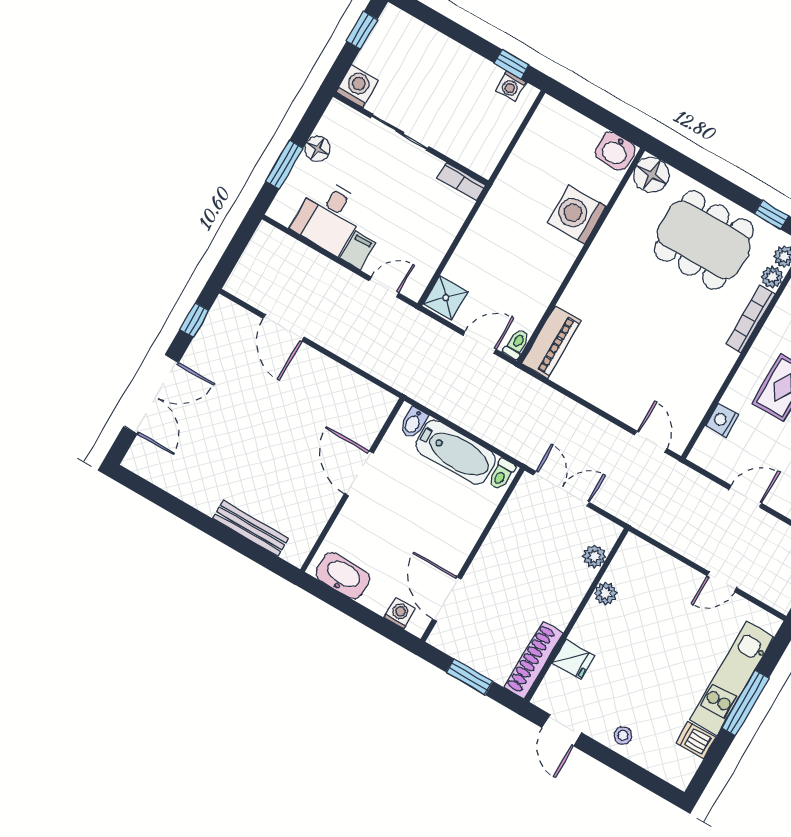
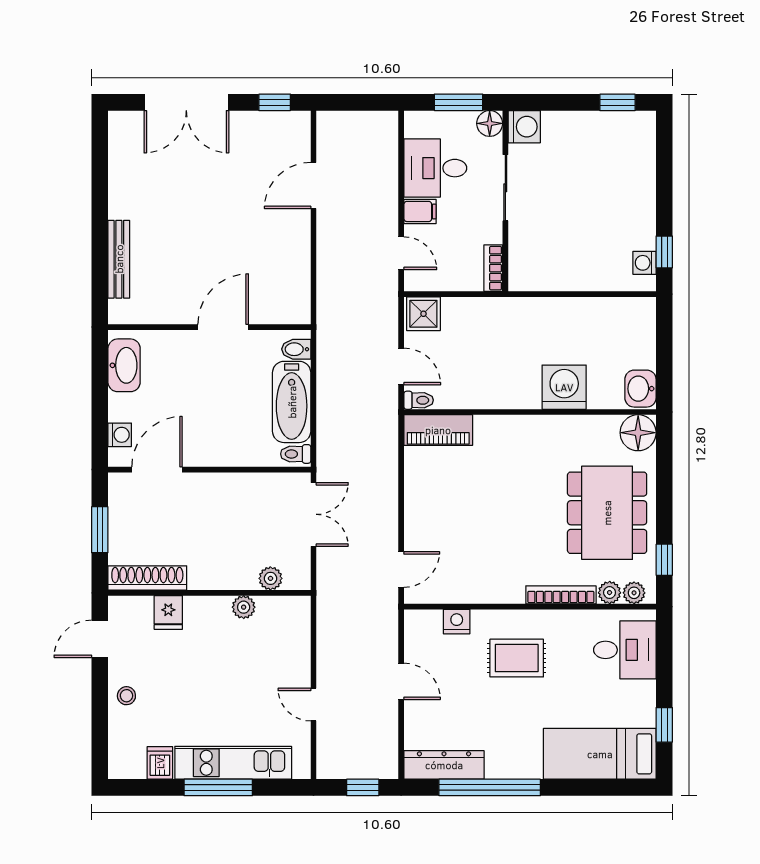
washing machine: (357, 86) -> (524, 127), moved
sliding door: (400, 132) -> (505, 188), moved
wall: (411, 139) -> (505, 201), moved
bookcase: (462, 182) -> (493, 268), moved

